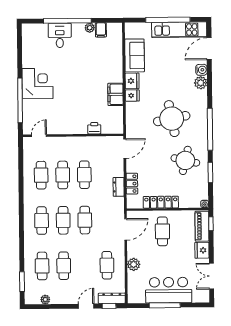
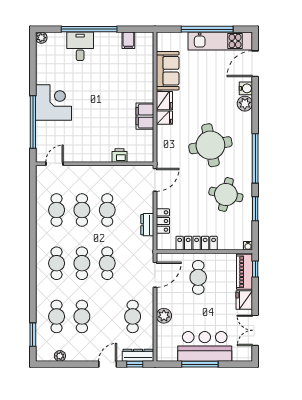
plant: (90, 28) -> (41, 38), moved

